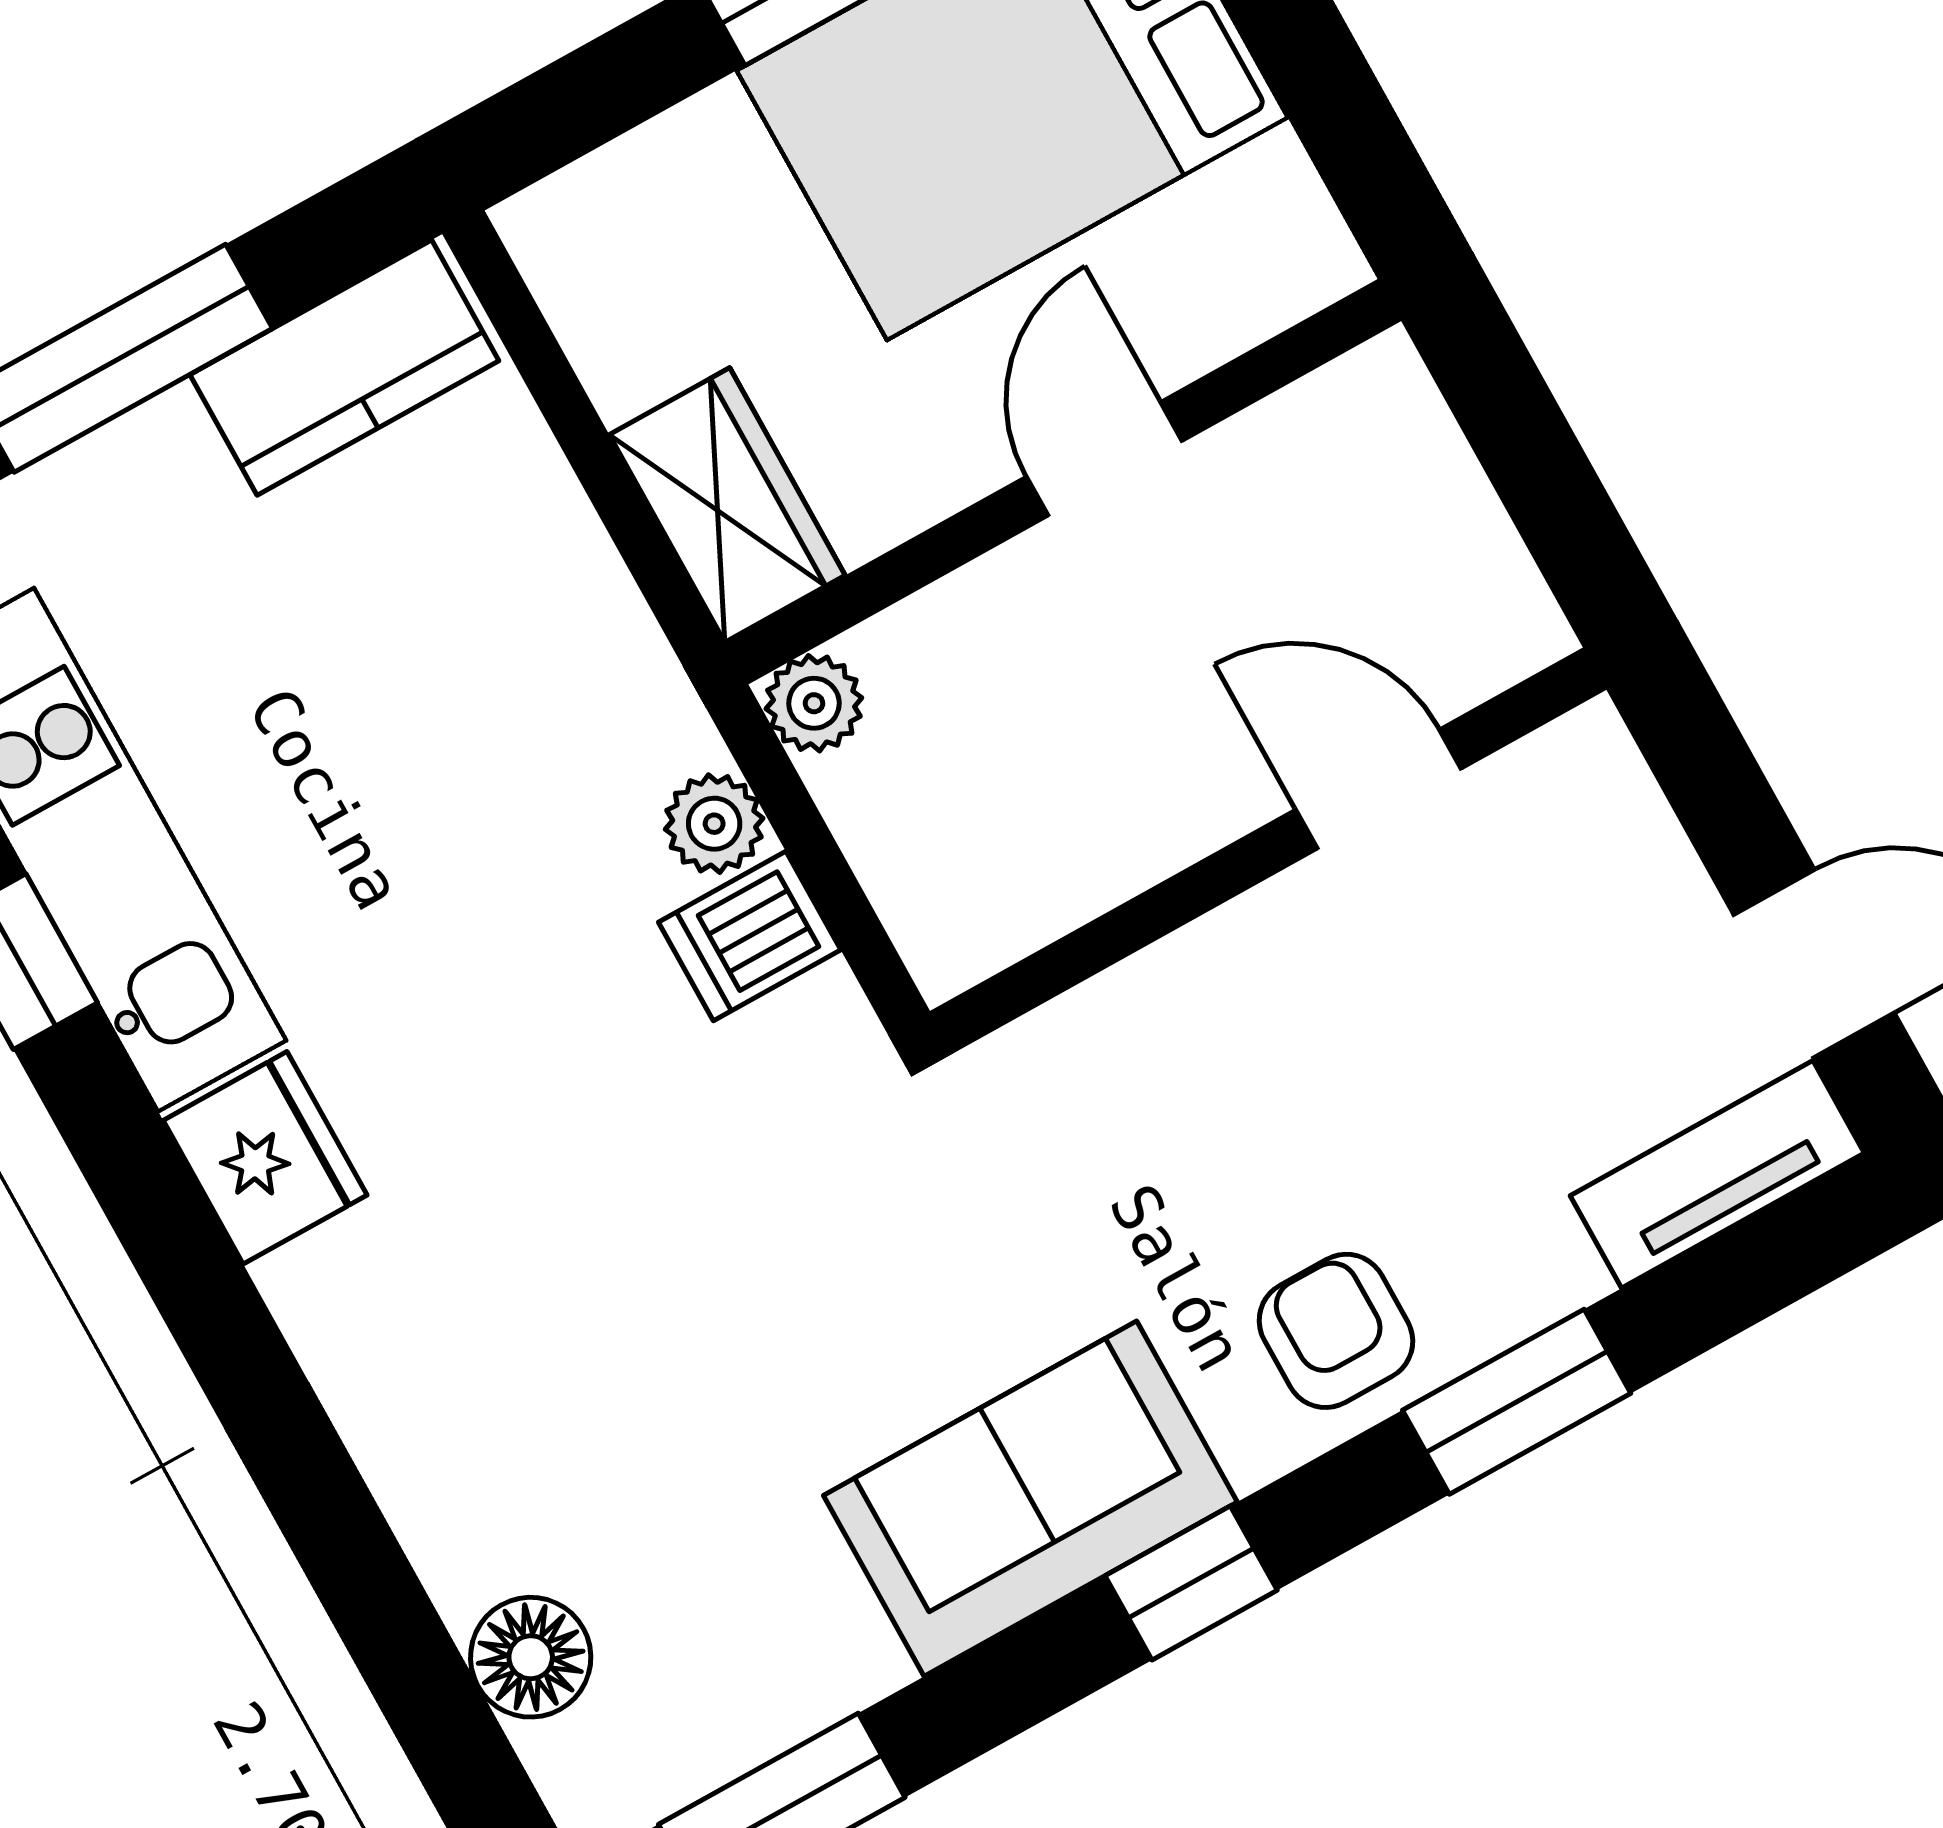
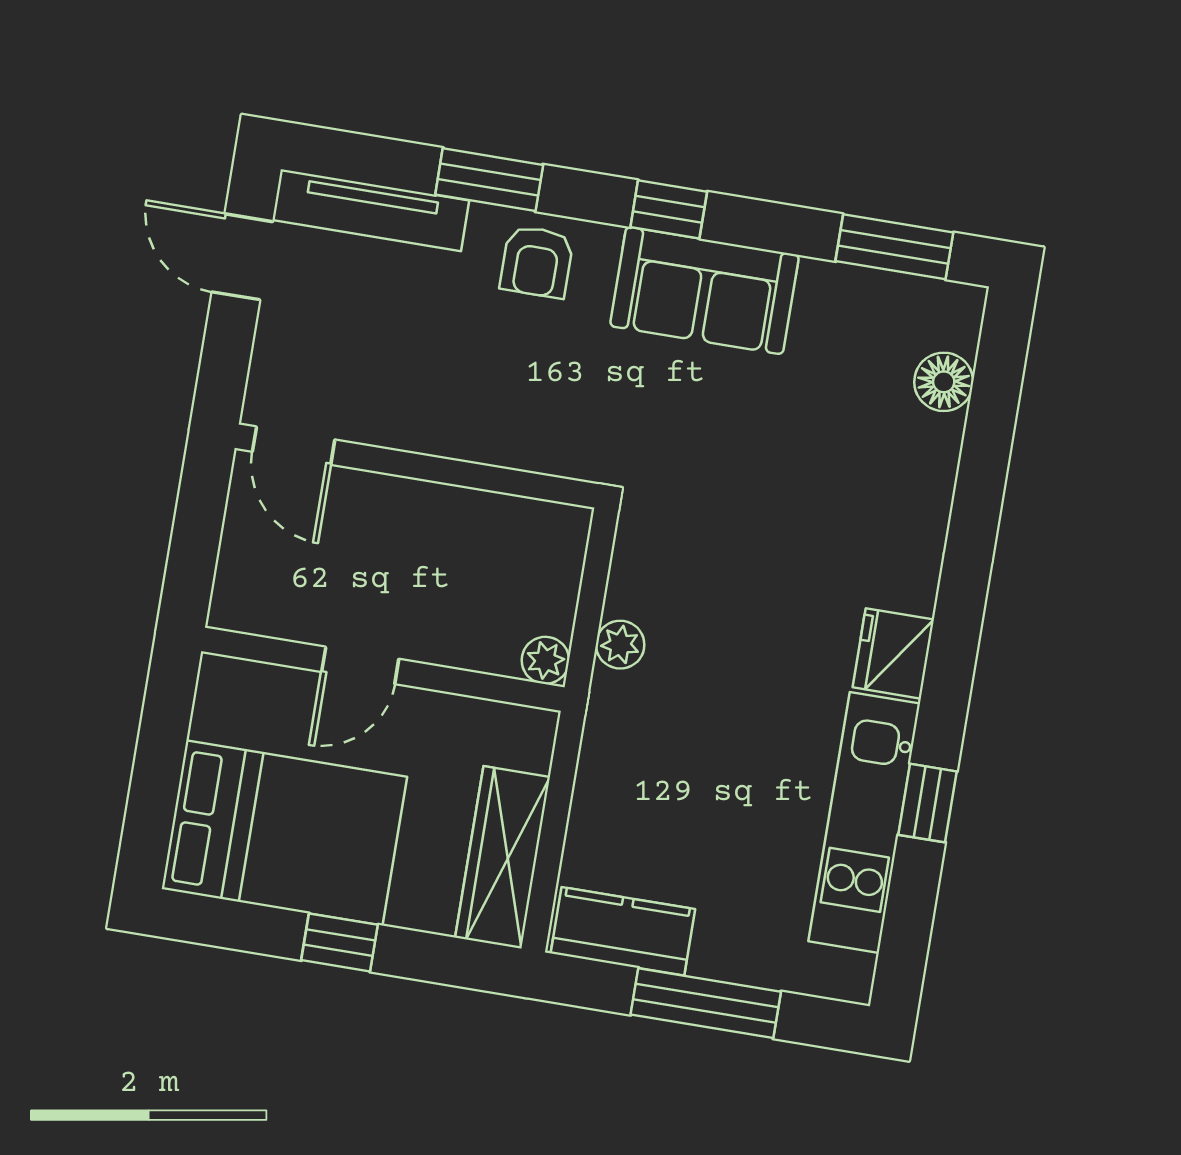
wardrobe: (727, 505) -> (503, 857), moved, width x1.50
door: (1378, 789) -> (294, 446), moved
dishwasher: (750, 936) -> (641, 591), removed
tv unit: (1717, 1174) -> (371, 210), width x1.41

